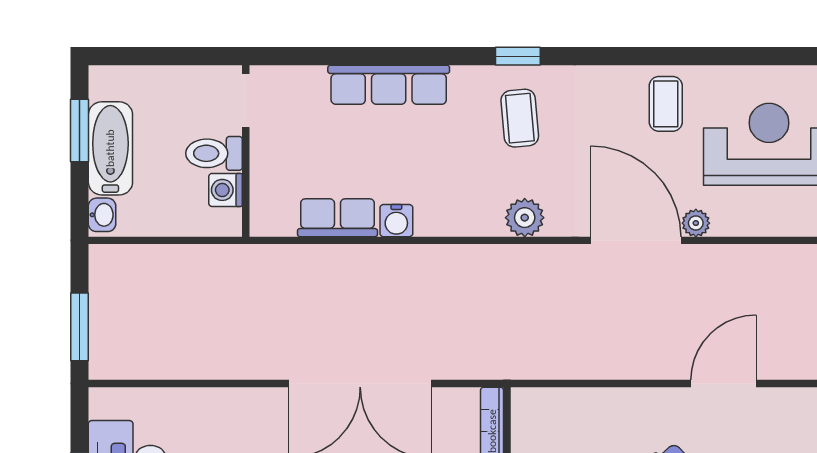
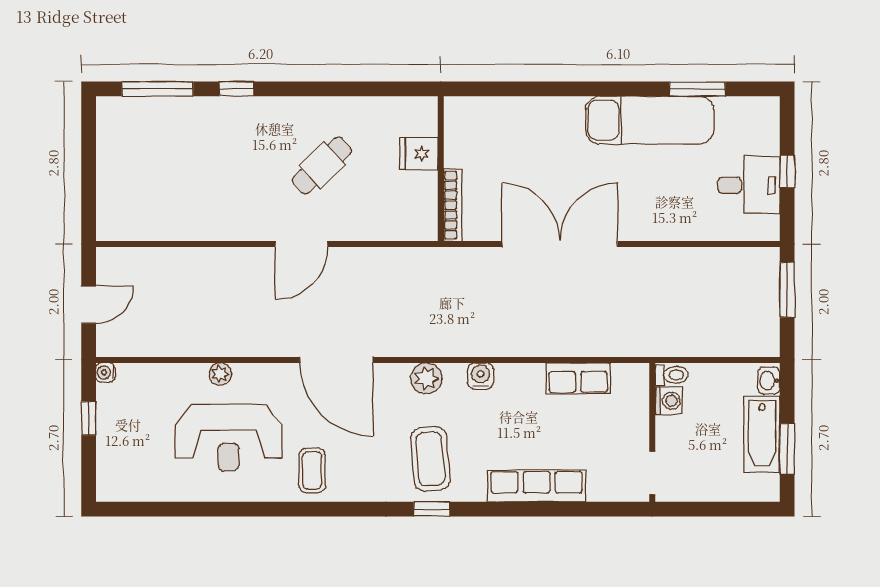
coffee table: (520, 118) -> (430, 459), width x1.36, depth x1.30
toilet: (214, 153) -> (672, 375), moved, width x0.73, depth x0.72
water cooler: (396, 221) -> (481, 376), moved
plant: (696, 223) -> (220, 374), moved
door: (723, 383) -> (302, 244), moved

